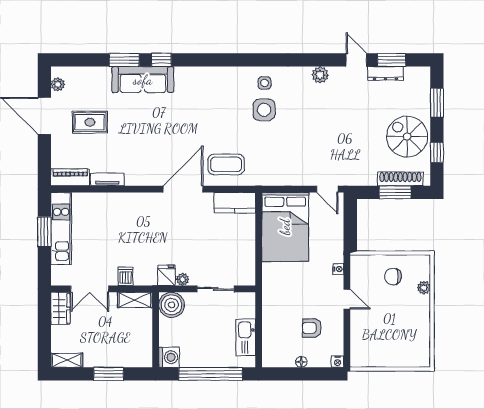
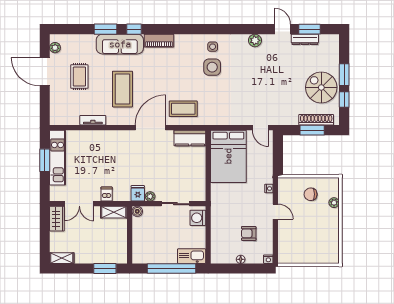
window: (437, 103) -> (344, 75), moved
rug: (90, 122) -> (79, 77), turned 90
coffee table: (146, 139) -> (122, 89), added
piano: (70, 177) -> (159, 41), moved, turned 180
boiler: (172, 305) -> (137, 211), width x0.54, depth x0.54
kitchen sink: (246, 337) -> (192, 256), moved, turned 90
washing machine: (169, 357) -> (198, 218), moved, turned 180
window: (109, 374) -> (105, 269), moved

